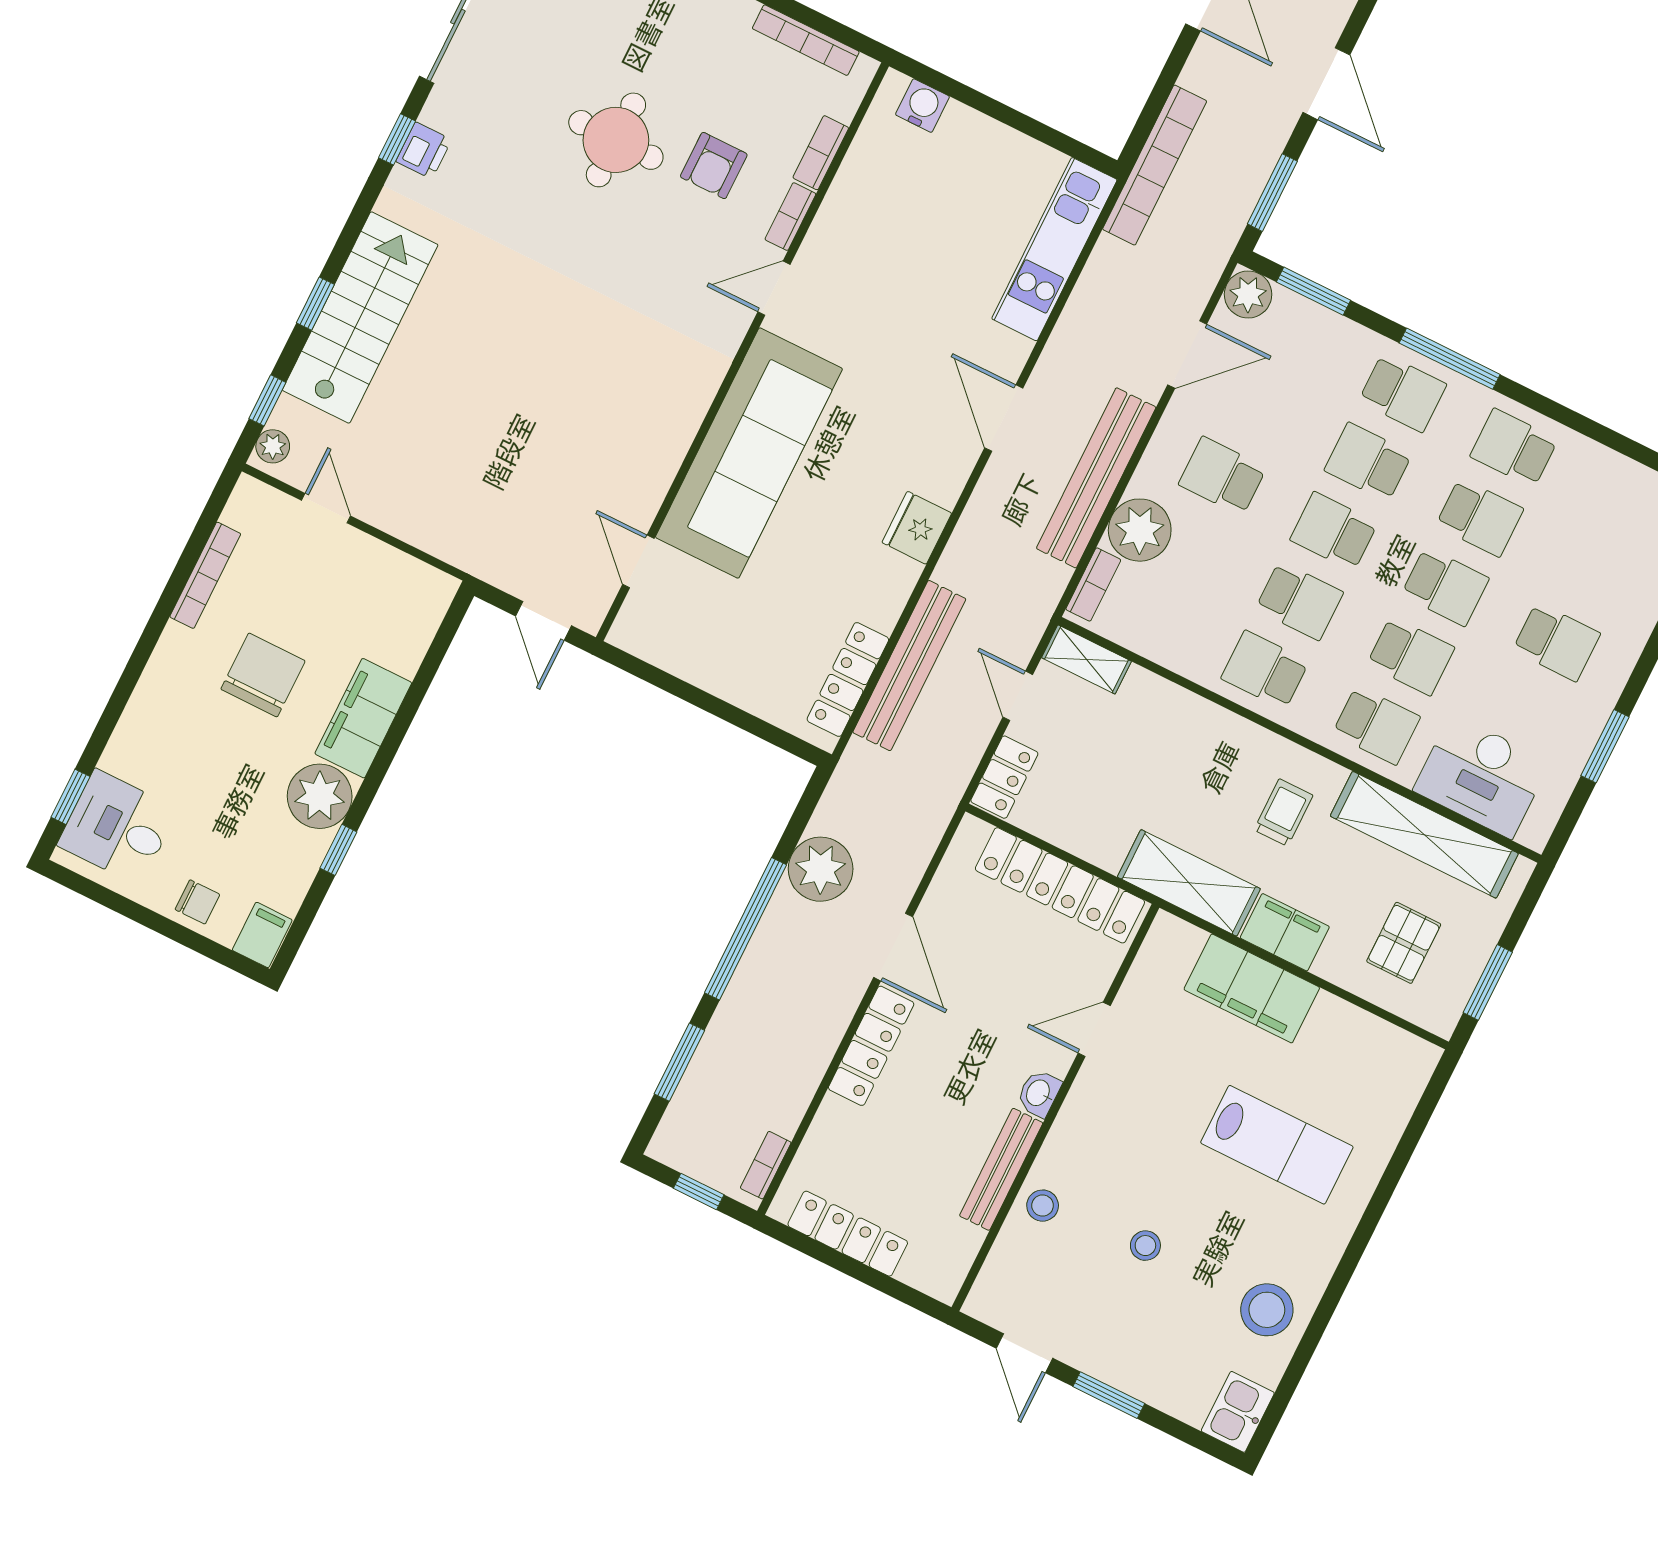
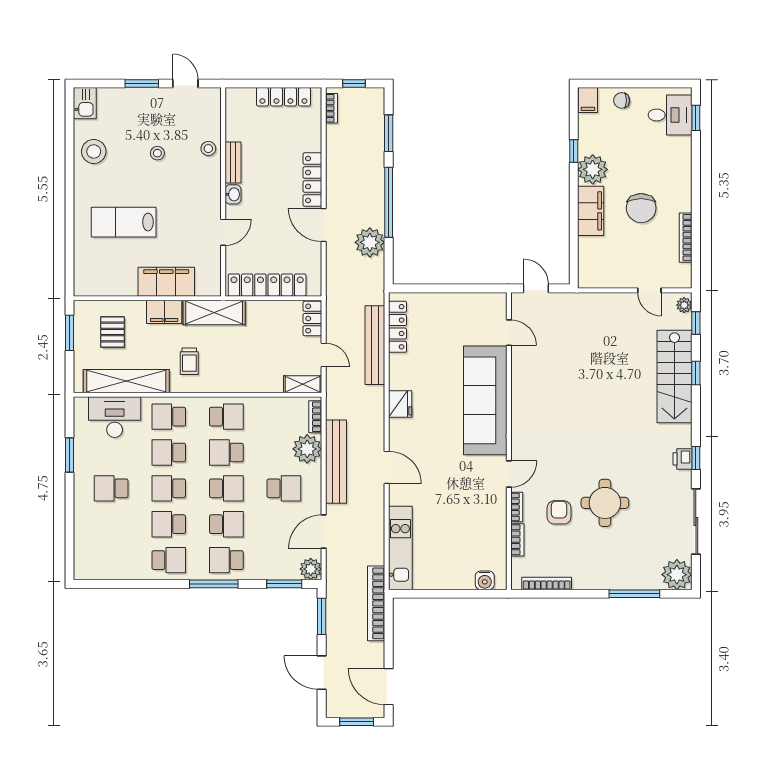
bench: (1001, 1169) -> (233, 163), width x0.73

